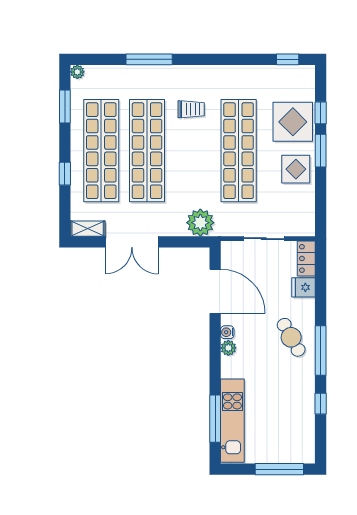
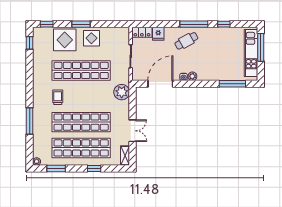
window: (321, 113) -> (47, 24), moved
double door: (132, 242) -> (133, 131), width x0.73
kitchen unit: (232, 421) -> (251, 53), moved, turned -90

